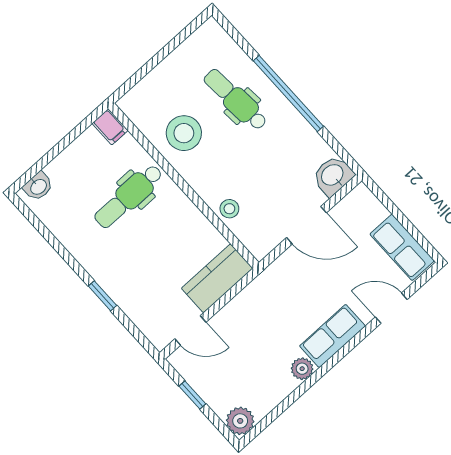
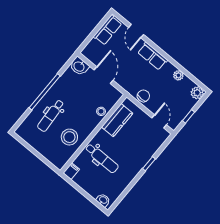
kitchen counter: (217, 278) -> (117, 120), moved, turned -90
chair: (250, 304) -> (143, 96), added
plant: (302, 369) -> (178, 75), moved

